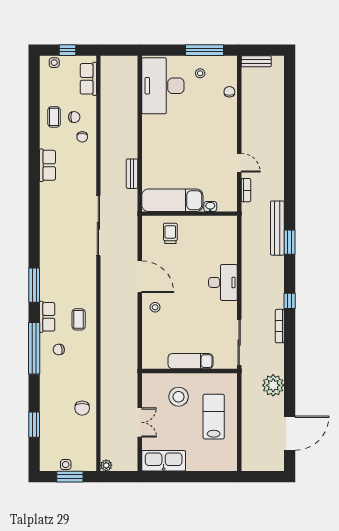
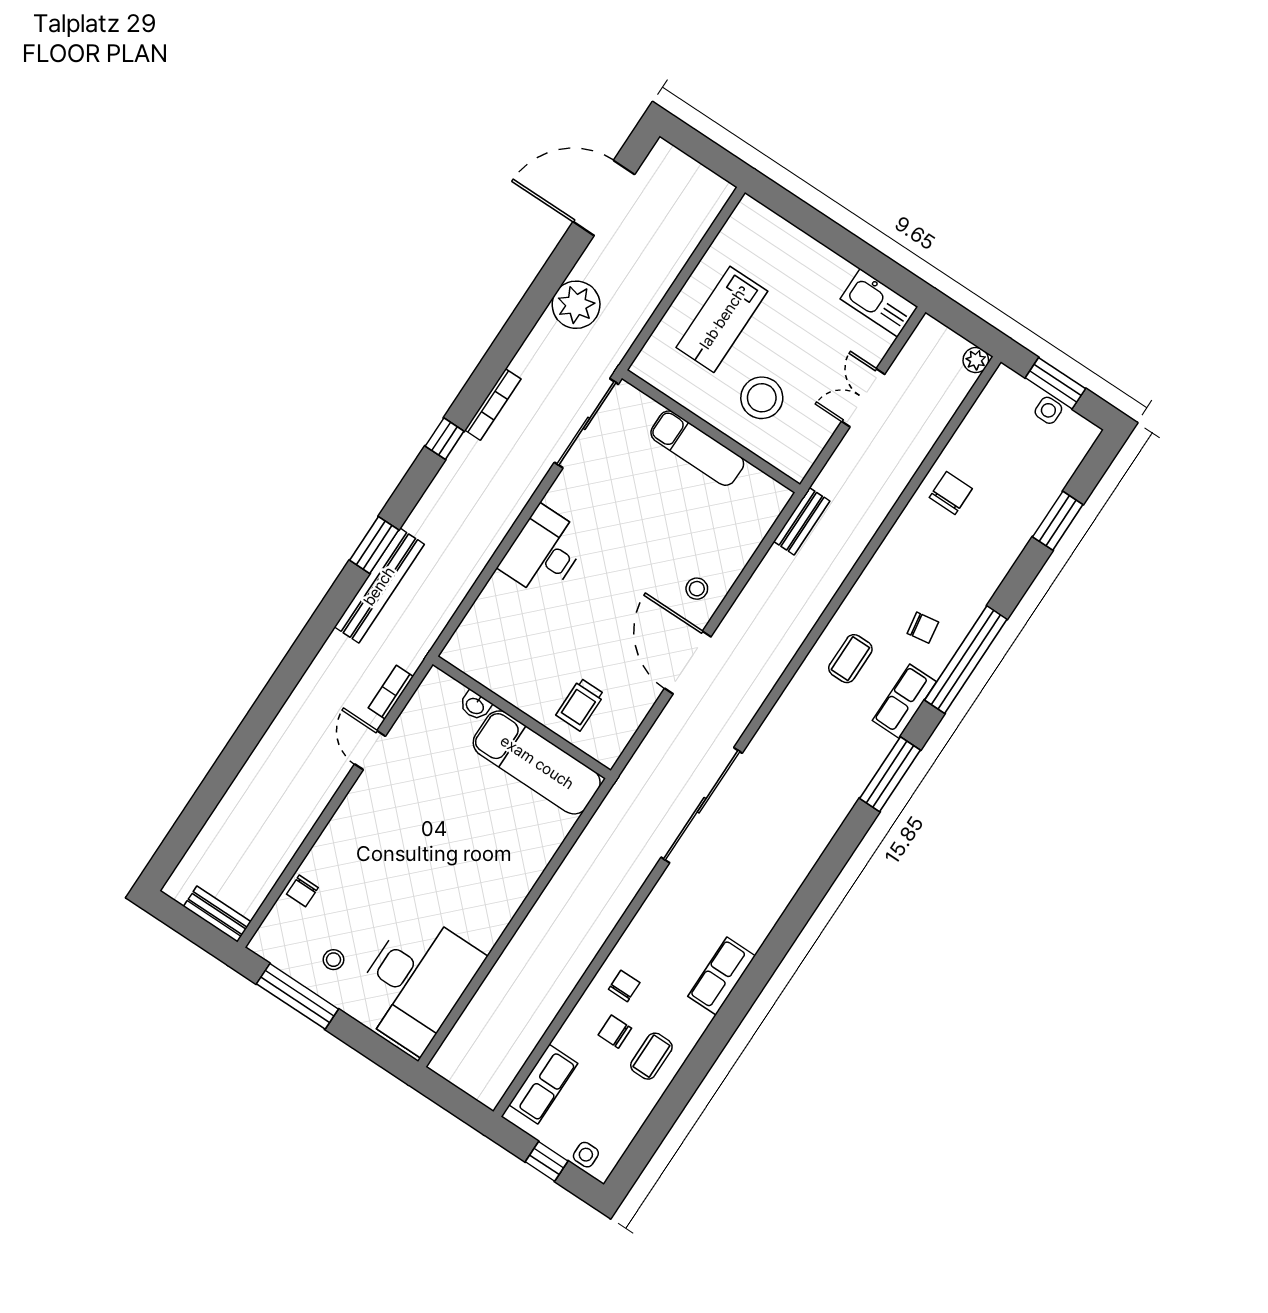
bench: (132, 174) -> (802, 521), moved
kitchen sink: (164, 461) -> (879, 303), width x0.73, depth x0.81

